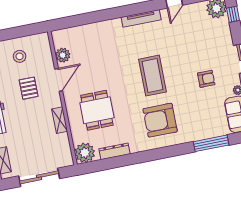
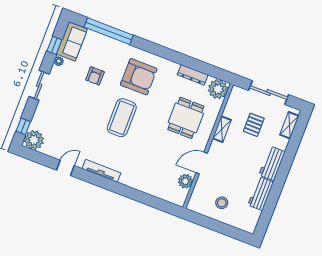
armchair: (206, 79) -> (95, 76), moved, turned -90
pallet: (29, 88) -> (254, 125), moved
window: (211, 143) -> (109, 31), width x1.46

